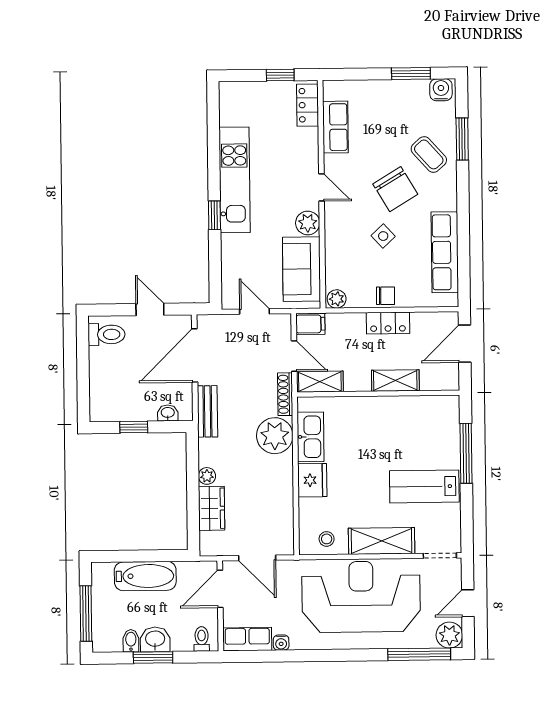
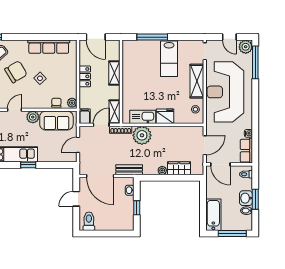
chair: (385, 296) -> (56, 103), moved
bathtub: (145, 576) -> (213, 215), moved

